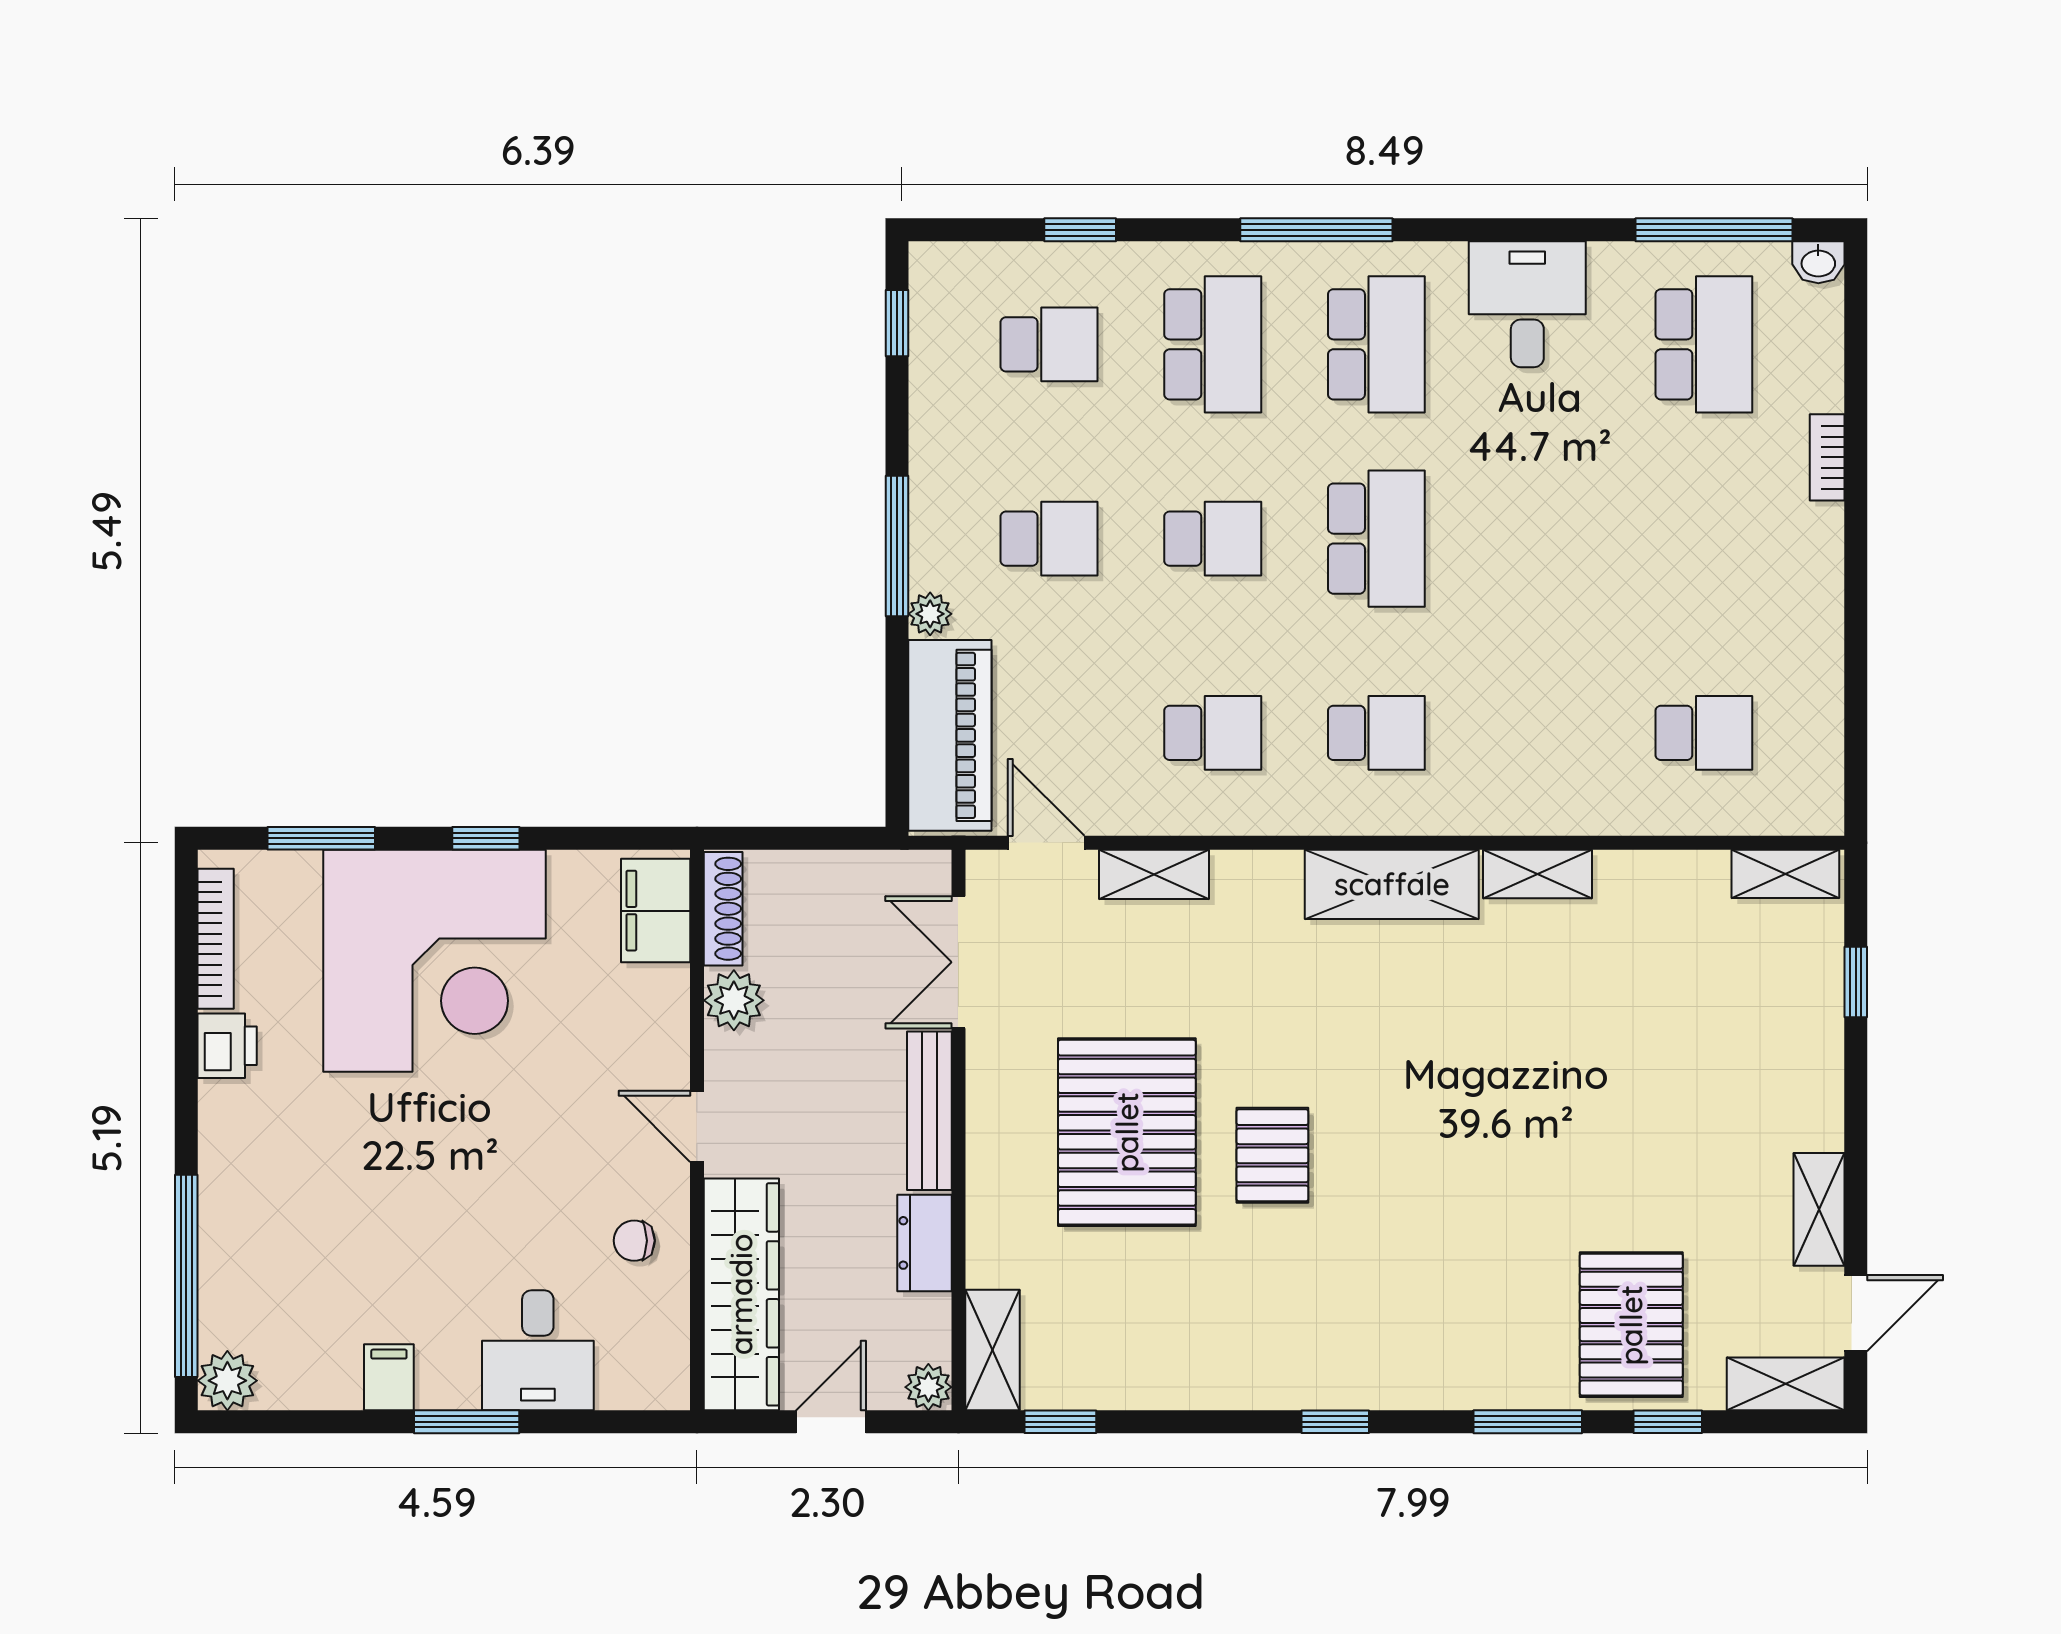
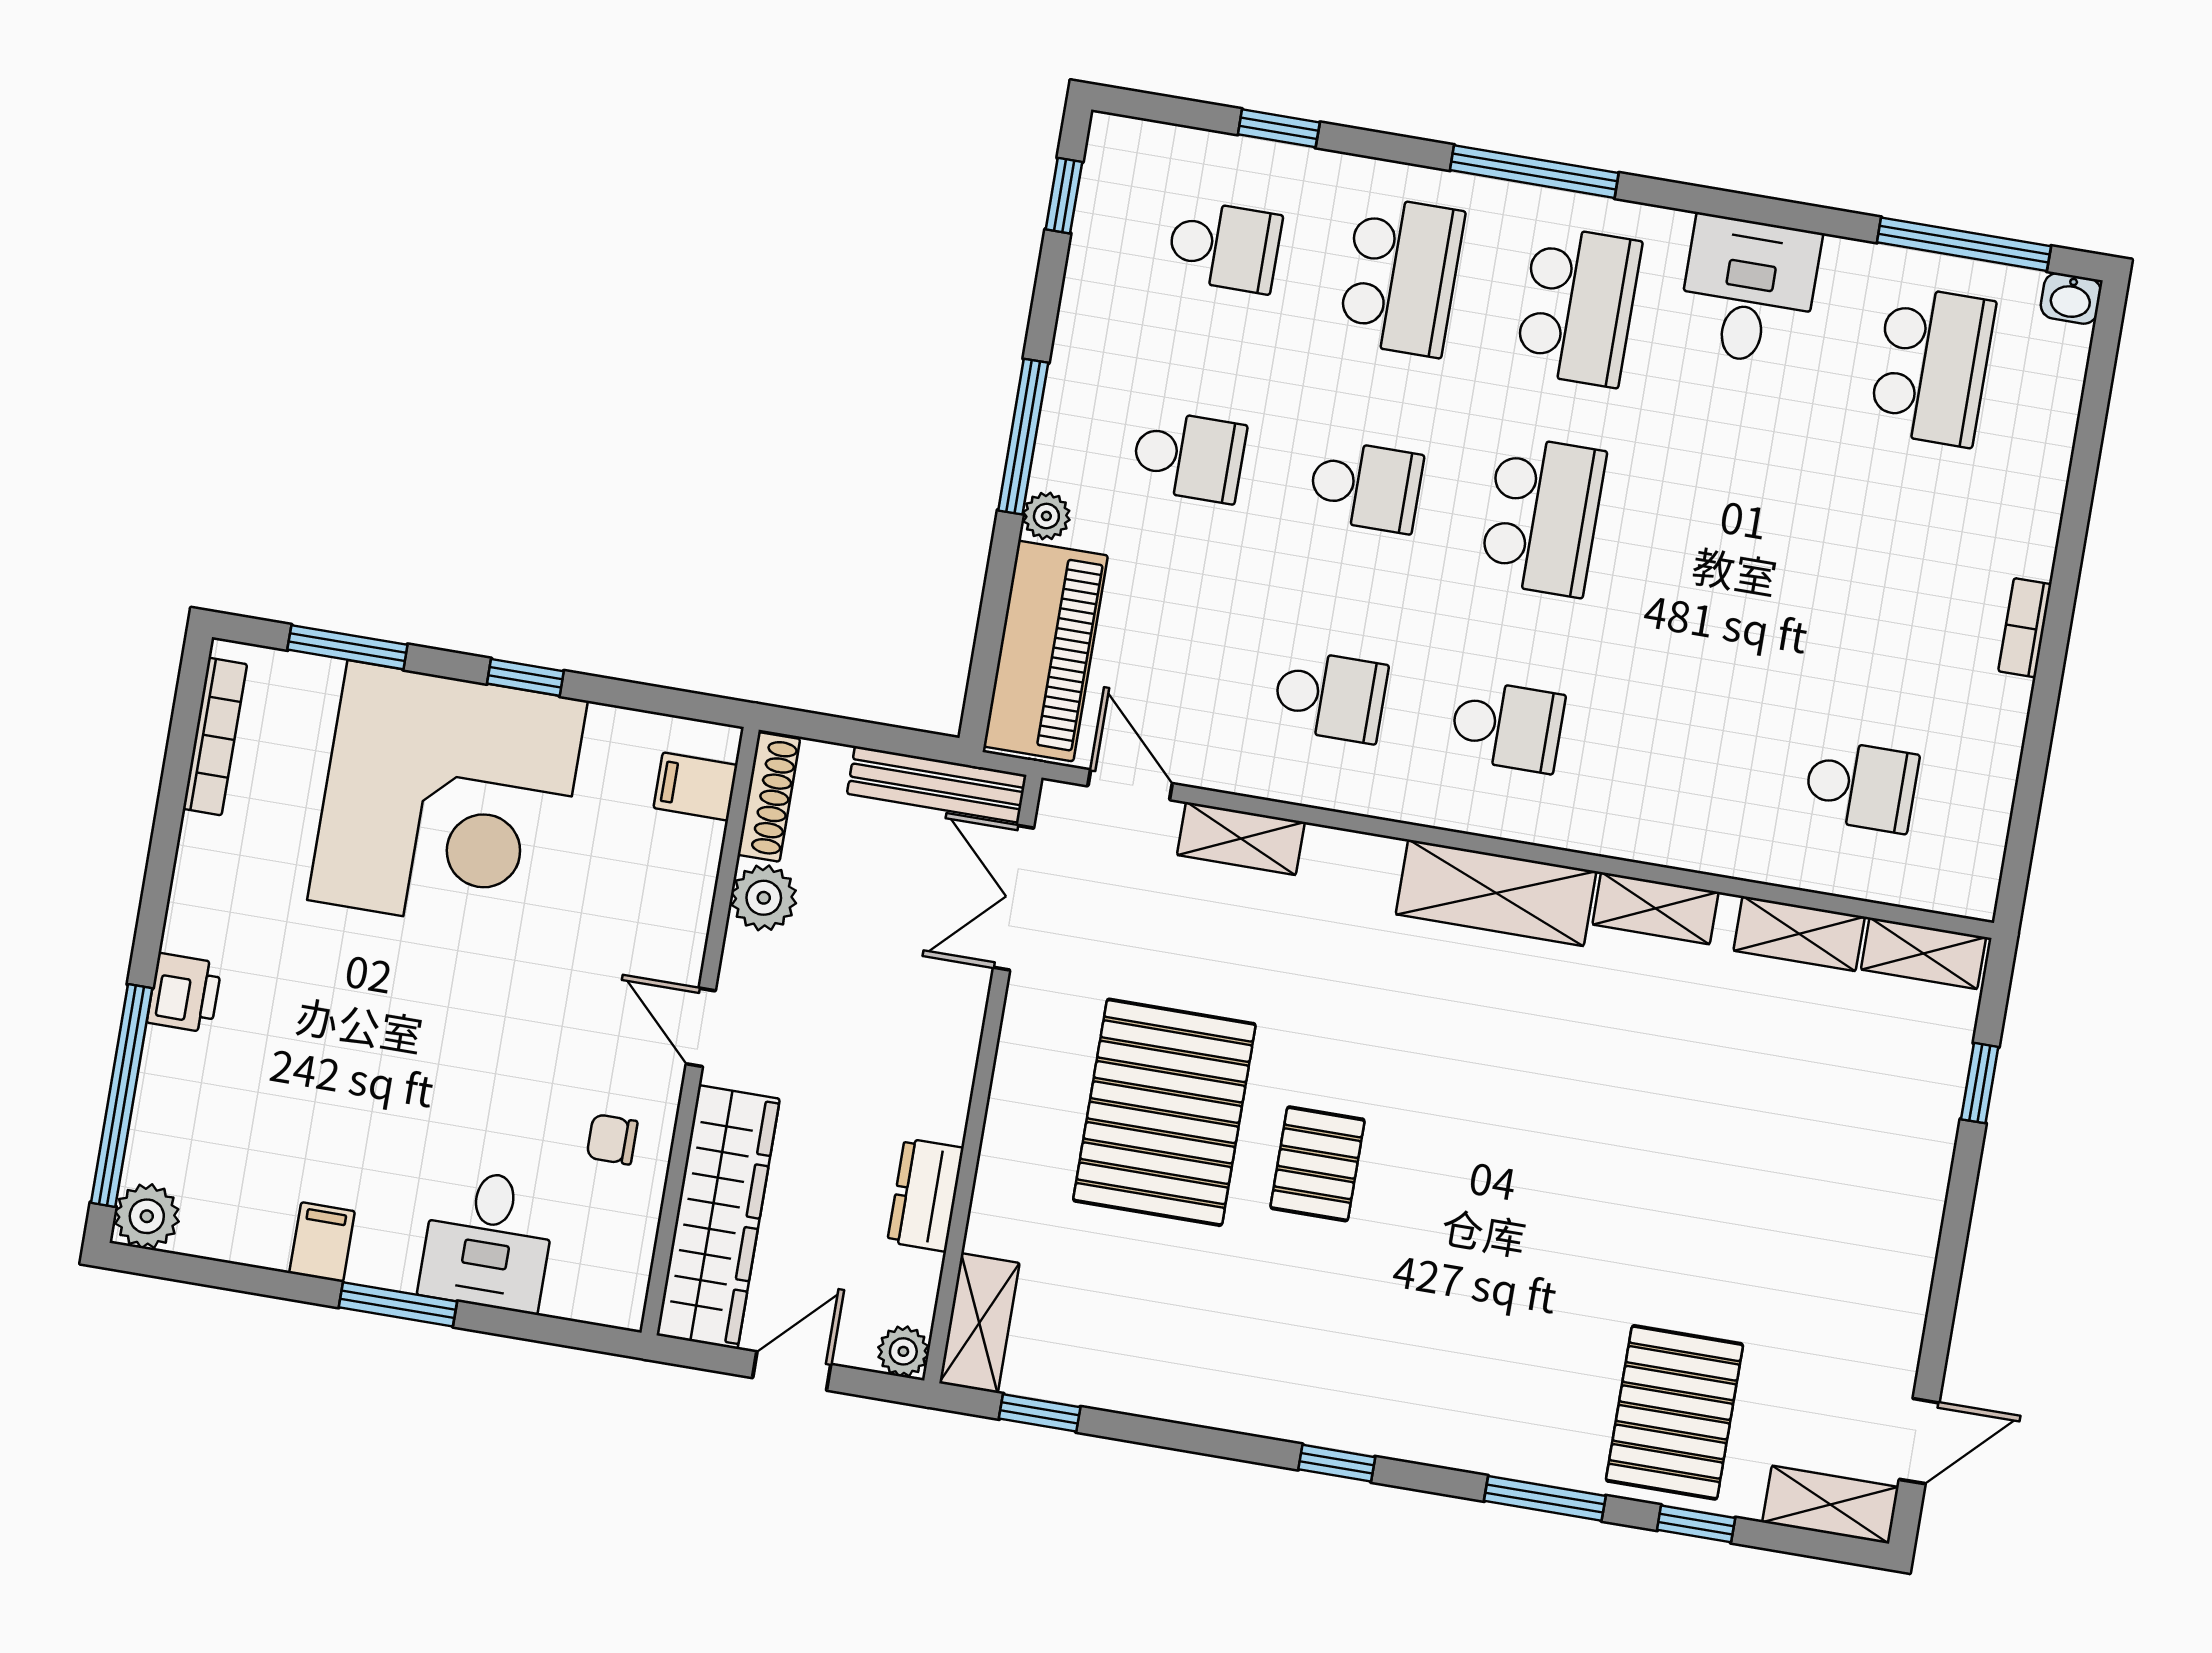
bookcase: (1827, 457) -> (2025, 628), moved
filing cabinet: (656, 911) -> (696, 786), width x0.50
printer: (227, 1046) -> (184, 993), moved
bench: (929, 1111) -> (937, 784), moved, turned 90
shelving: (1819, 1209) -> (1799, 934), moved, turned 90

